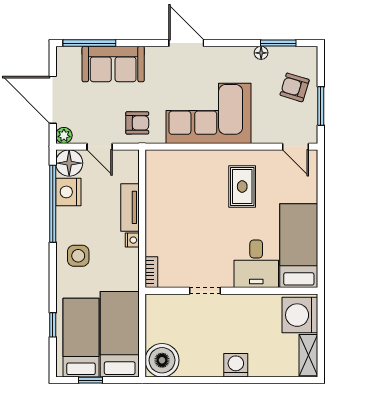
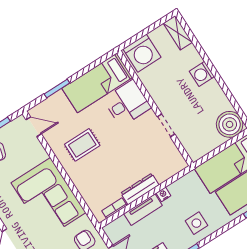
door: (295, 147) -> (34, 127), hinge flipped
window: (321, 198) -> (57, 88), added
dresser: (154, 218) -> (140, 189), added
bookcase: (151, 272) -> (114, 208), moved
shelving: (308, 355) -> (178, 33), moved, turned 90

